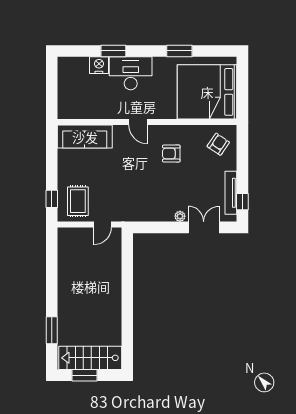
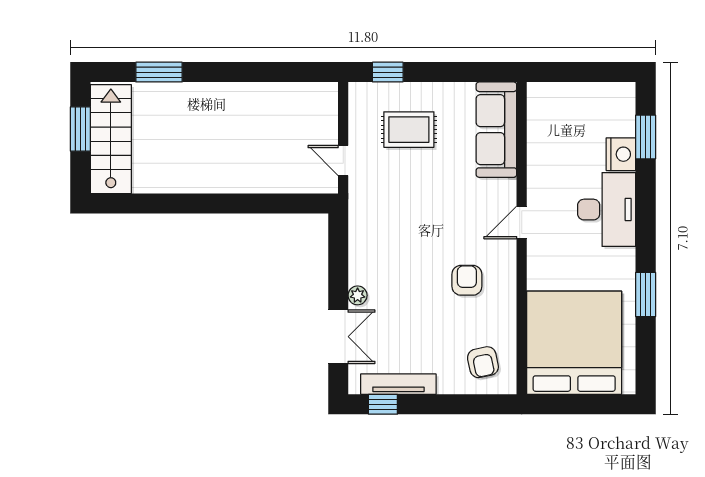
window: (113, 51) -> (646, 137), moved
armchair: (218, 144) -> (483, 362), turned 44
rug: (78, 201) -> (409, 130), moved

